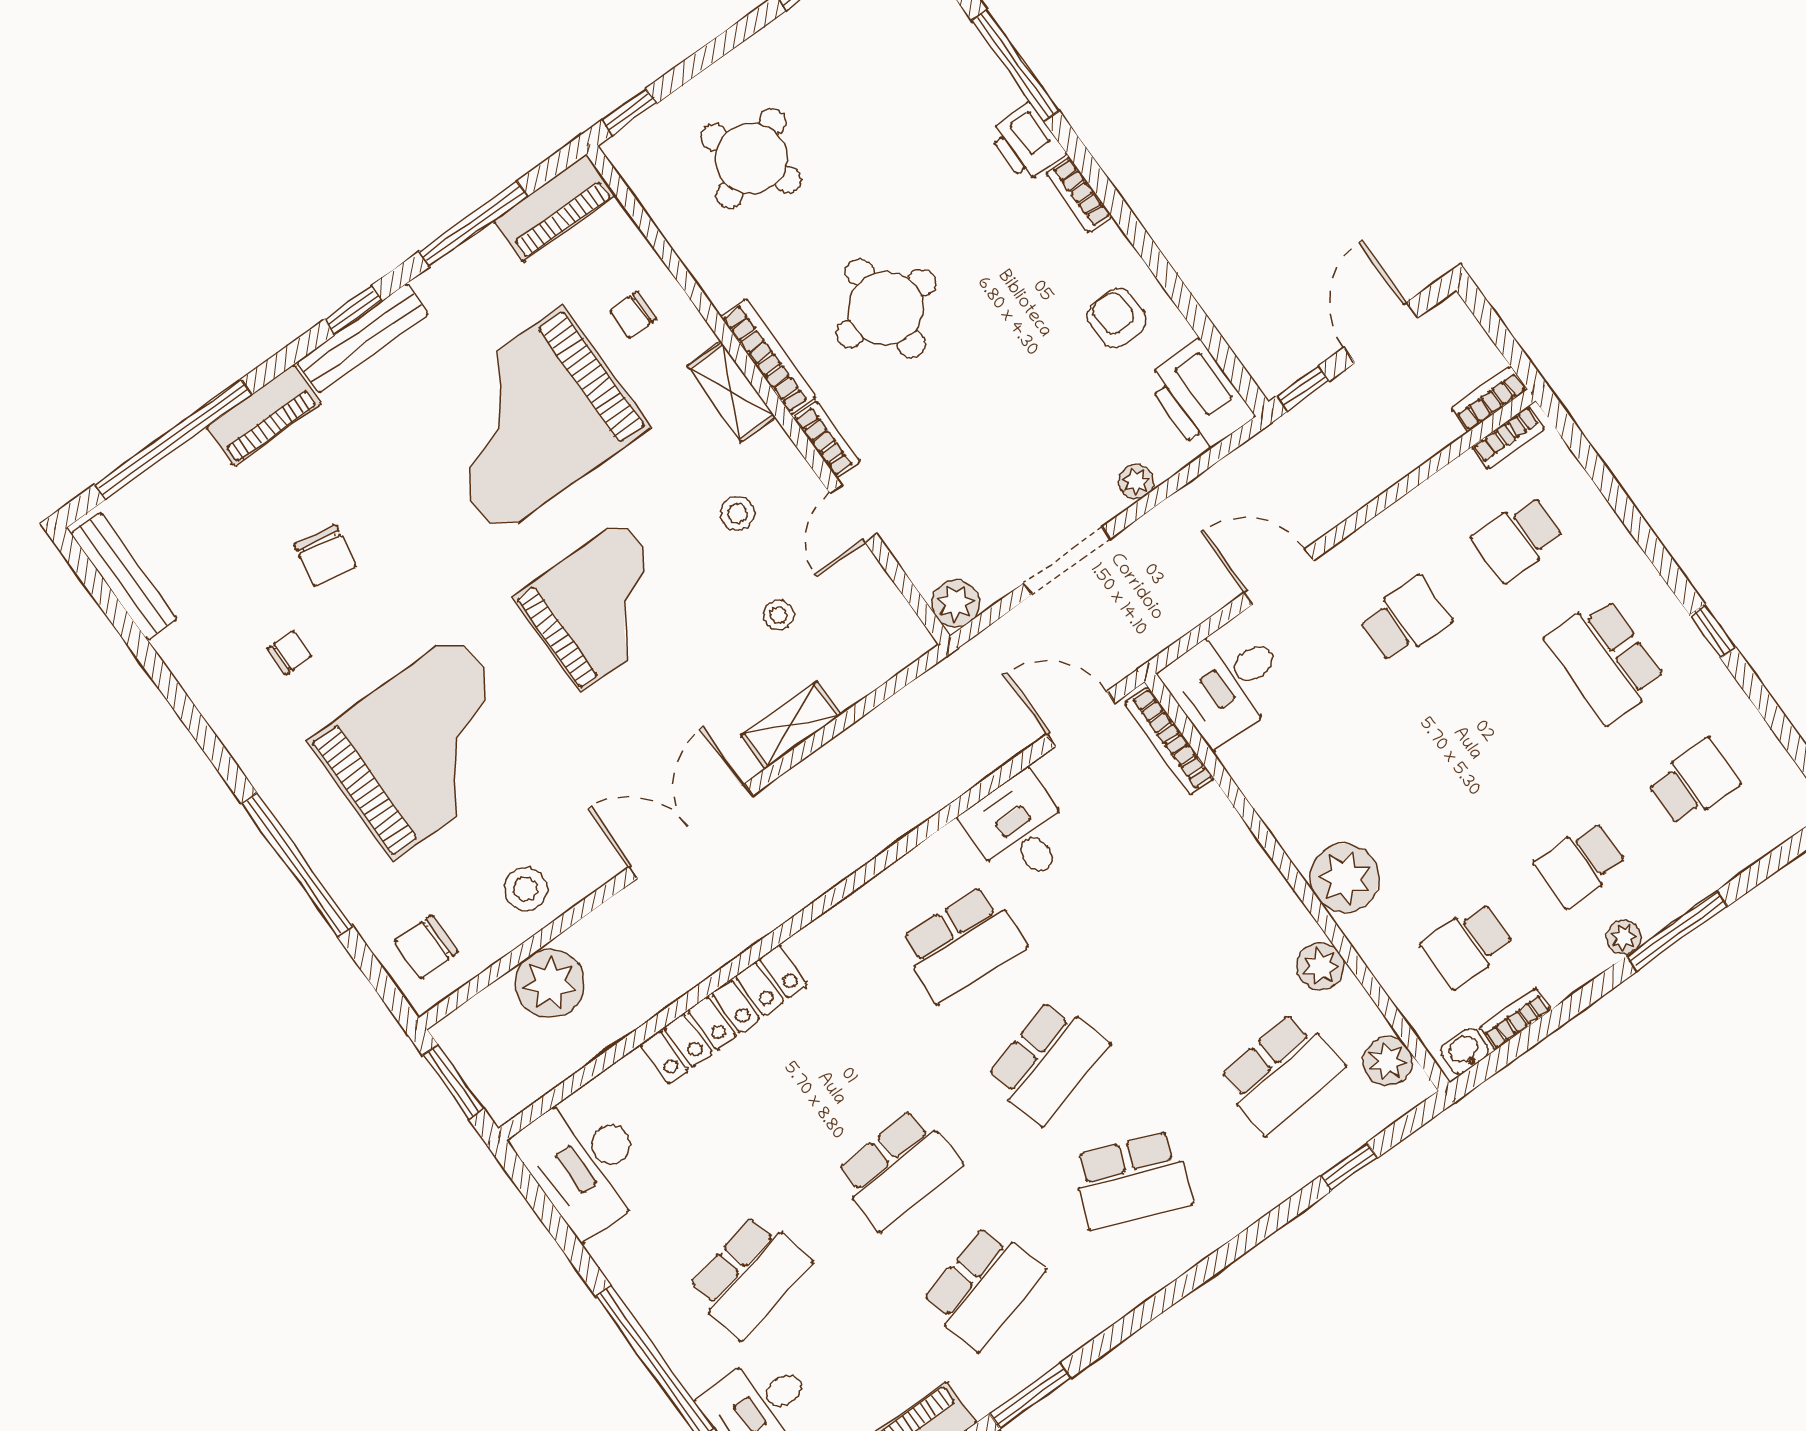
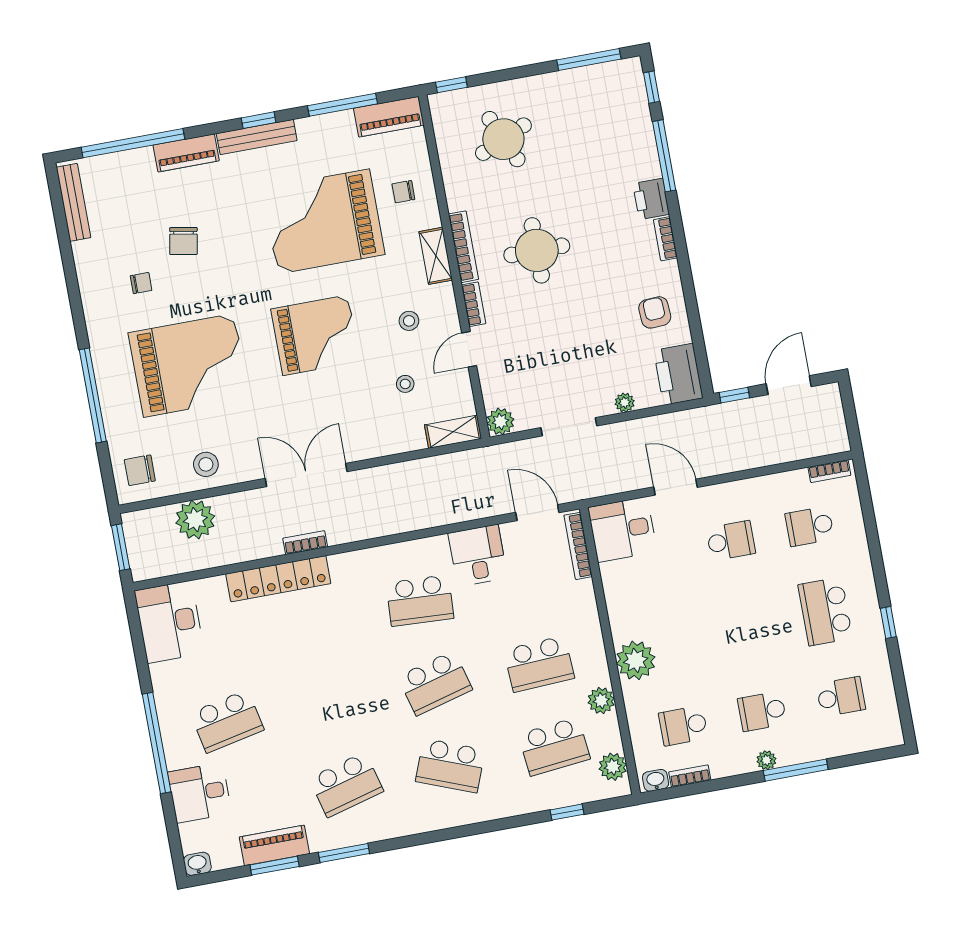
bookcase: (1489, 399) -> (305, 543), moved
shelving: (791, 725) -> (453, 432), moved
school desk: (898, 1169) -> (539, 664), moved

